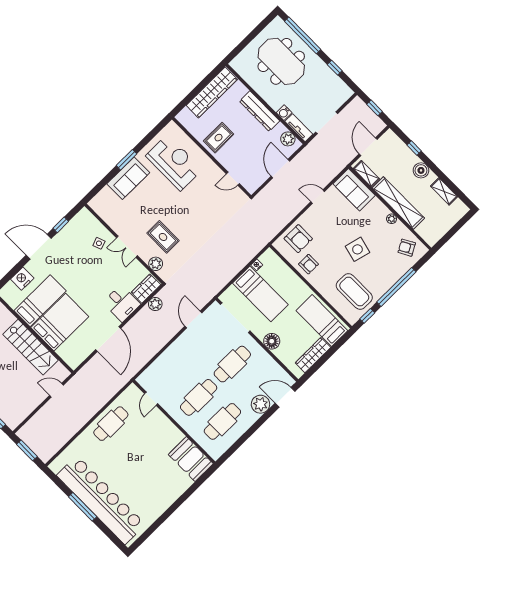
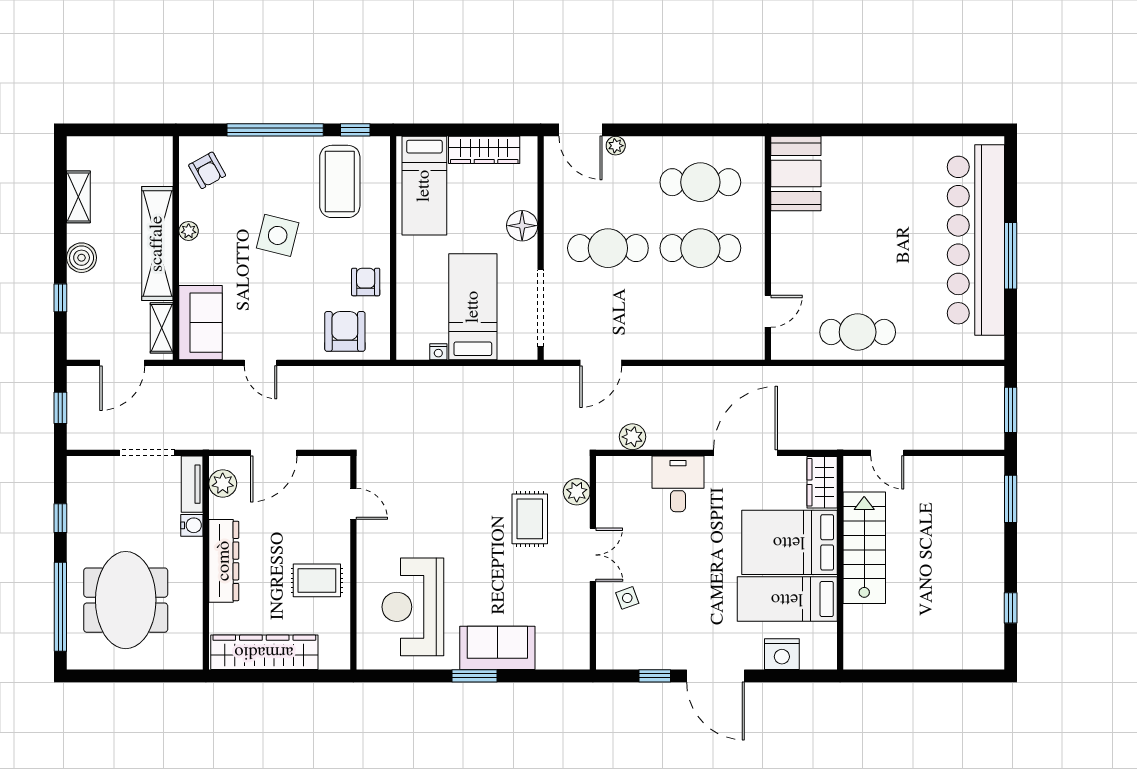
wardrobe: (146, 289) -> (822, 482), moved, turned 90
plant: (260, 404) -> (616, 146), width x0.53, depth x0.53

